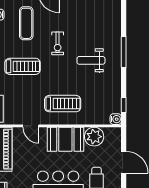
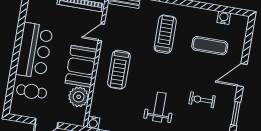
exercise bike: (58, 43) -> (202, 100), moved
treadmill: (23, 66) -> (165, 34), turned 180

